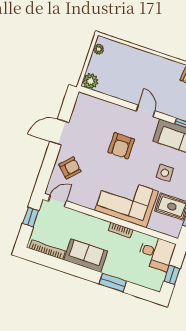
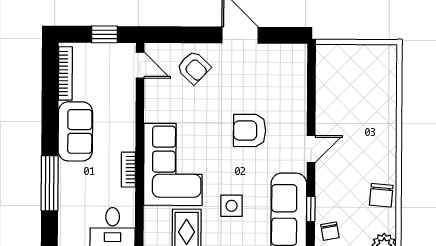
plant: (99, 49) -> (377, 52), removed
plant: (90, 81) -> (328, 56), removed
window: (113, 283) -> (50, 183), width x1.44

